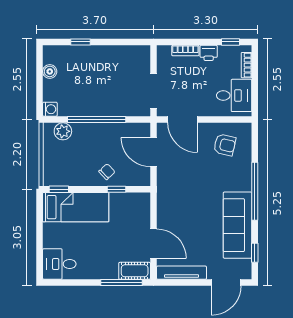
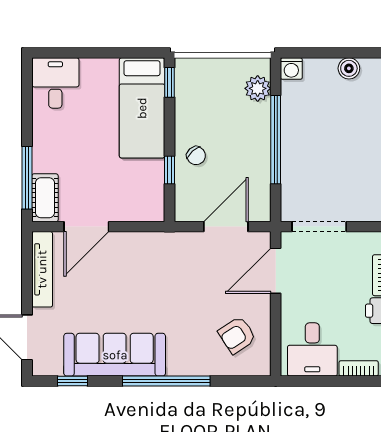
armchair: (225, 145) -> (237, 335), turned 44

